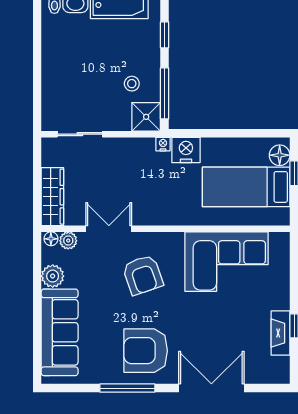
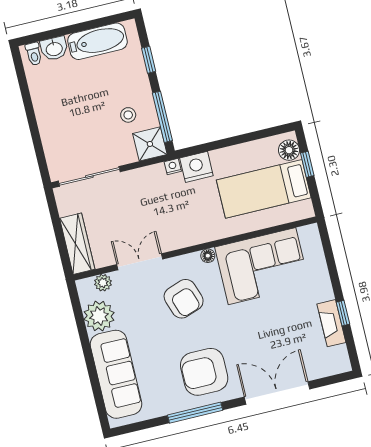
sliding door: (80, 134) -> (89, 176), width x1.37
floor lamp: (51, 239) -> (208, 256), moved
plant: (53, 276) -> (99, 316), width x1.36, depth x1.36

